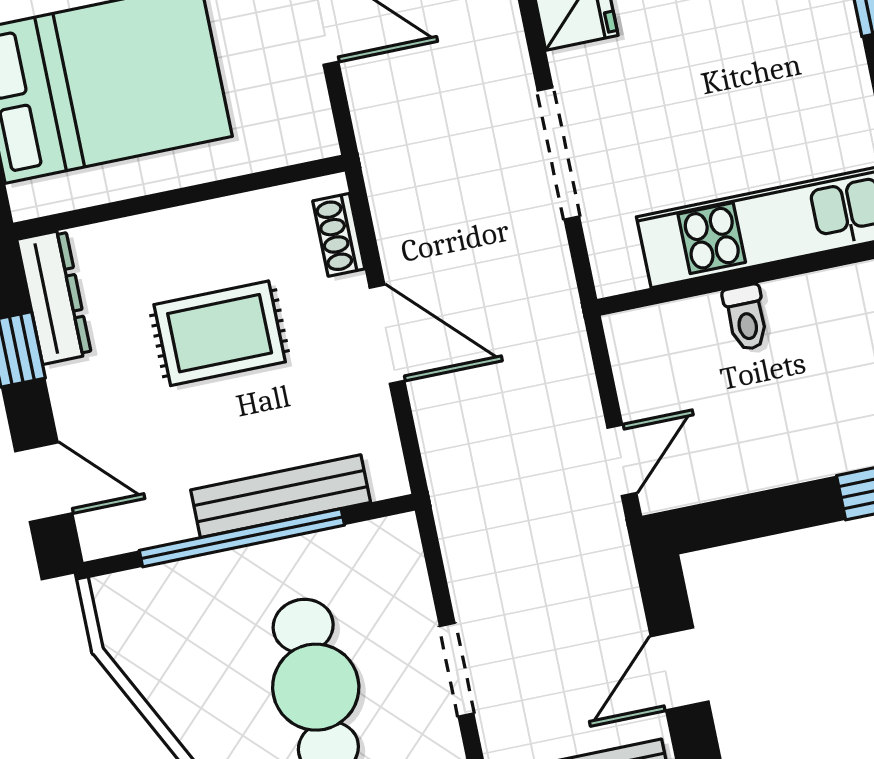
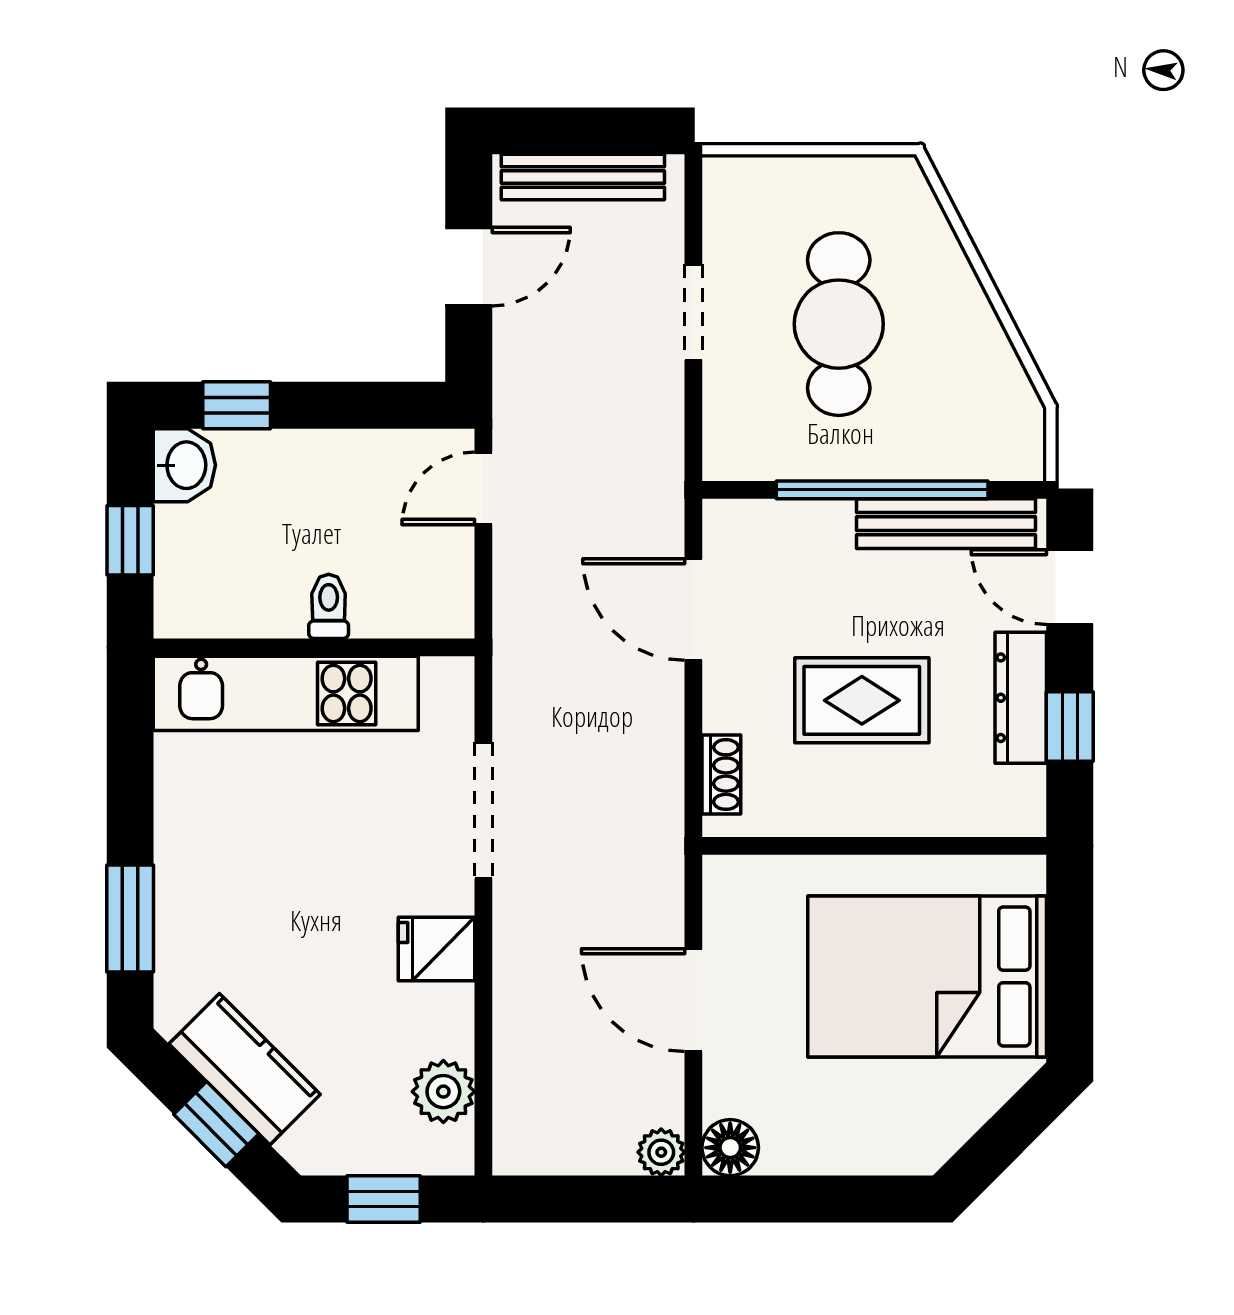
dresser: (54, 297) -> (1021, 698), moved
door: (387, 334) -> (693, 609), moved
bench: (281, 496) -> (946, 524), moved

